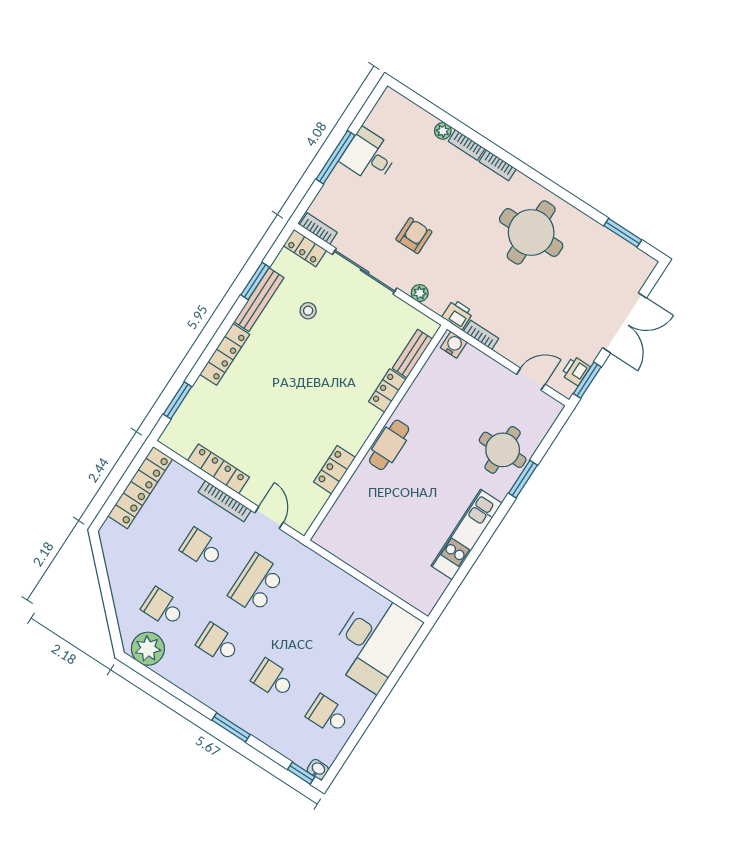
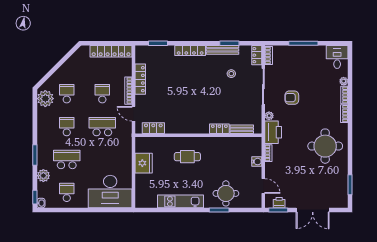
desk: (369, 156) -> (337, 57), moved
armchair: (414, 236) -> (292, 98), turned 180
printer: (458, 315) -> (273, 132), width x1.87, depth x1.48
water cooler: (454, 345) -> (257, 162), moved
cafe table: (389, 445) -> (187, 157), moved
locker: (335, 470) -> (153, 128), moved
door: (269, 518) -> (134, 114), swing flipped
fridge: (363, 554) -> (144, 163), added
school desk: (273, 679) -> (67, 159), width x1.85
plant: (275, 736) -> (43, 176), added

